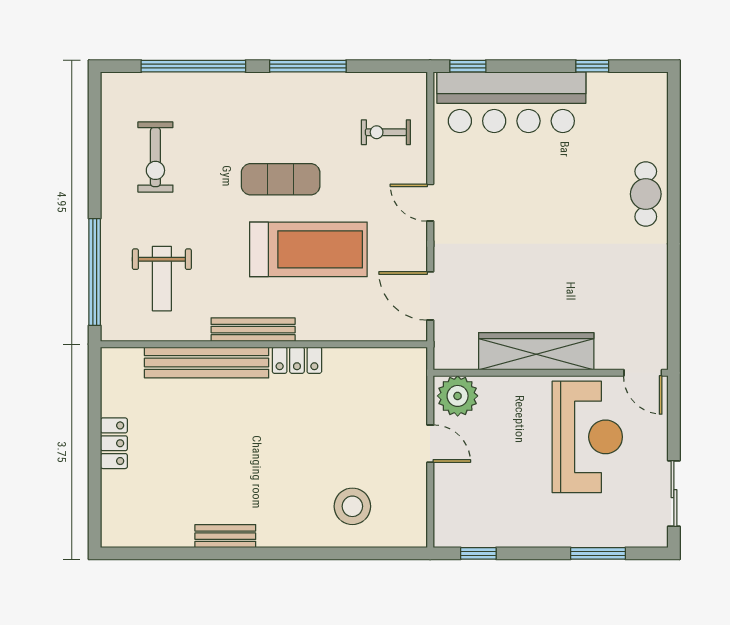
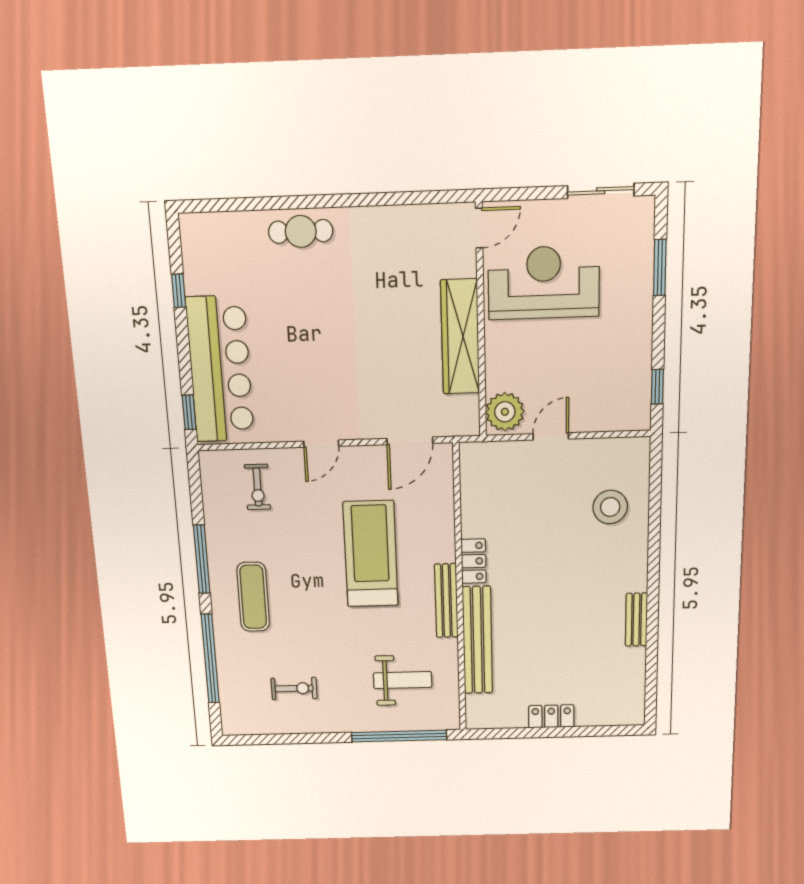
exercise bike: (155, 157) -> (294, 688), width x0.73, depth x0.72
exercise mat: (281, 179) -> (253, 597), moved

